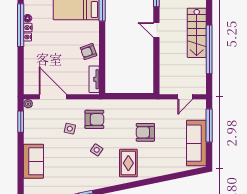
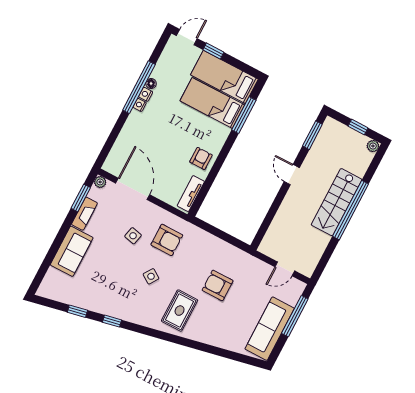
window: (209, 49) -> (351, 210), moved
armchair: (89, 52) -> (201, 158), turned 109
fireplace: (29, 131) -> (84, 214), added

